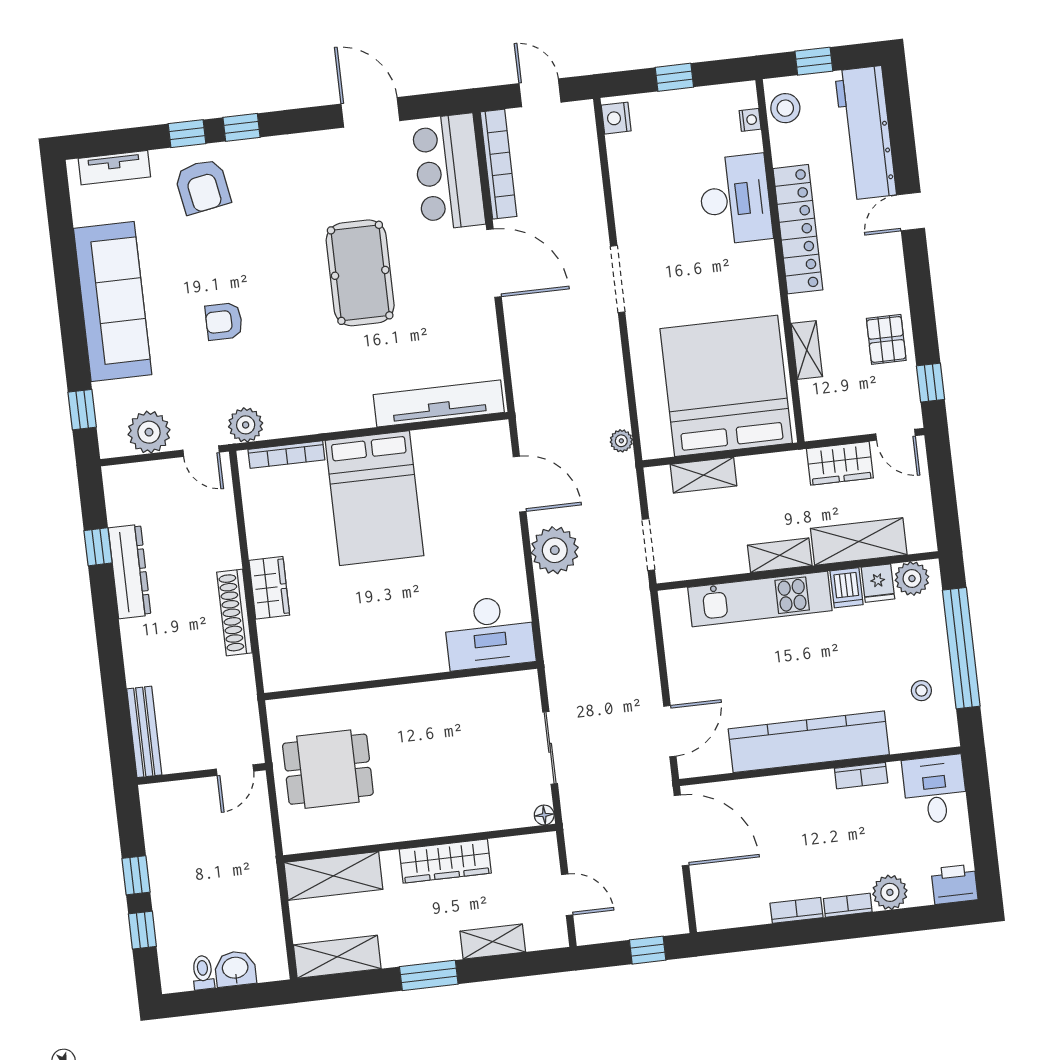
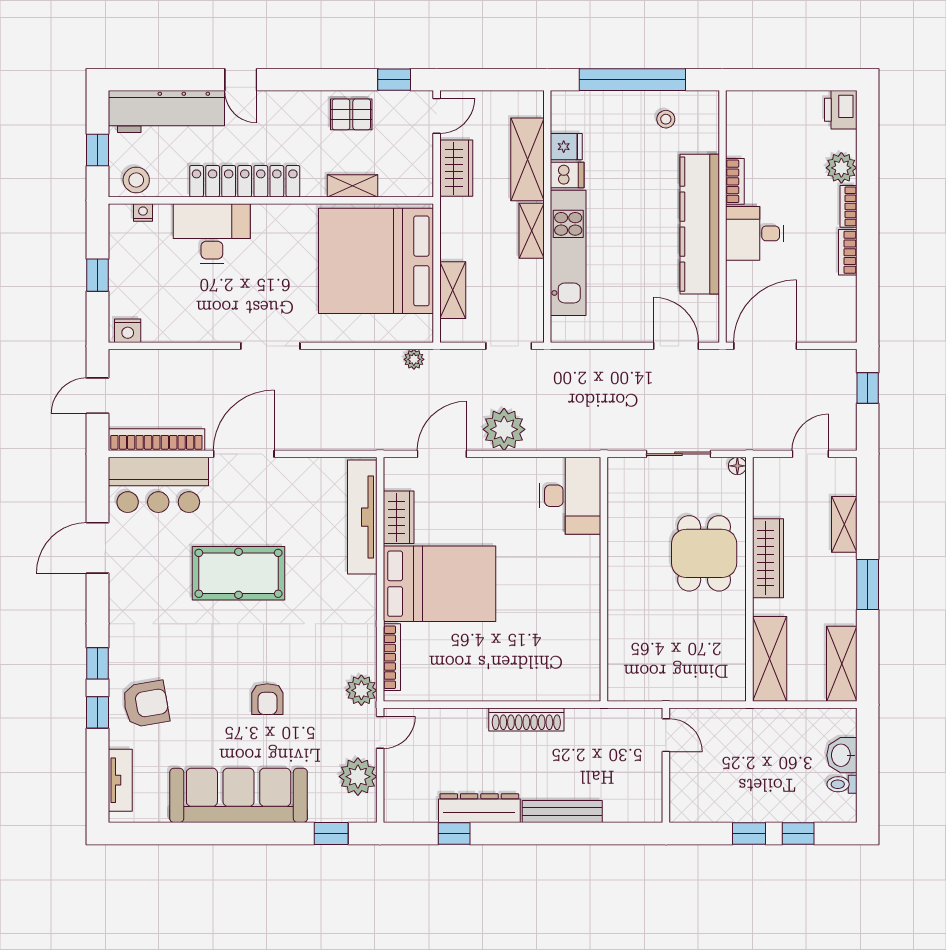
plant: (912, 578) -> (566, 116), removed
wardrobe: (269, 588) -> (399, 517), moved, turned 90
bench: (144, 732) -> (562, 812), moved
dining table: (328, 769) -> (704, 553), moved
desk: (935, 790) -> (755, 233), moved

